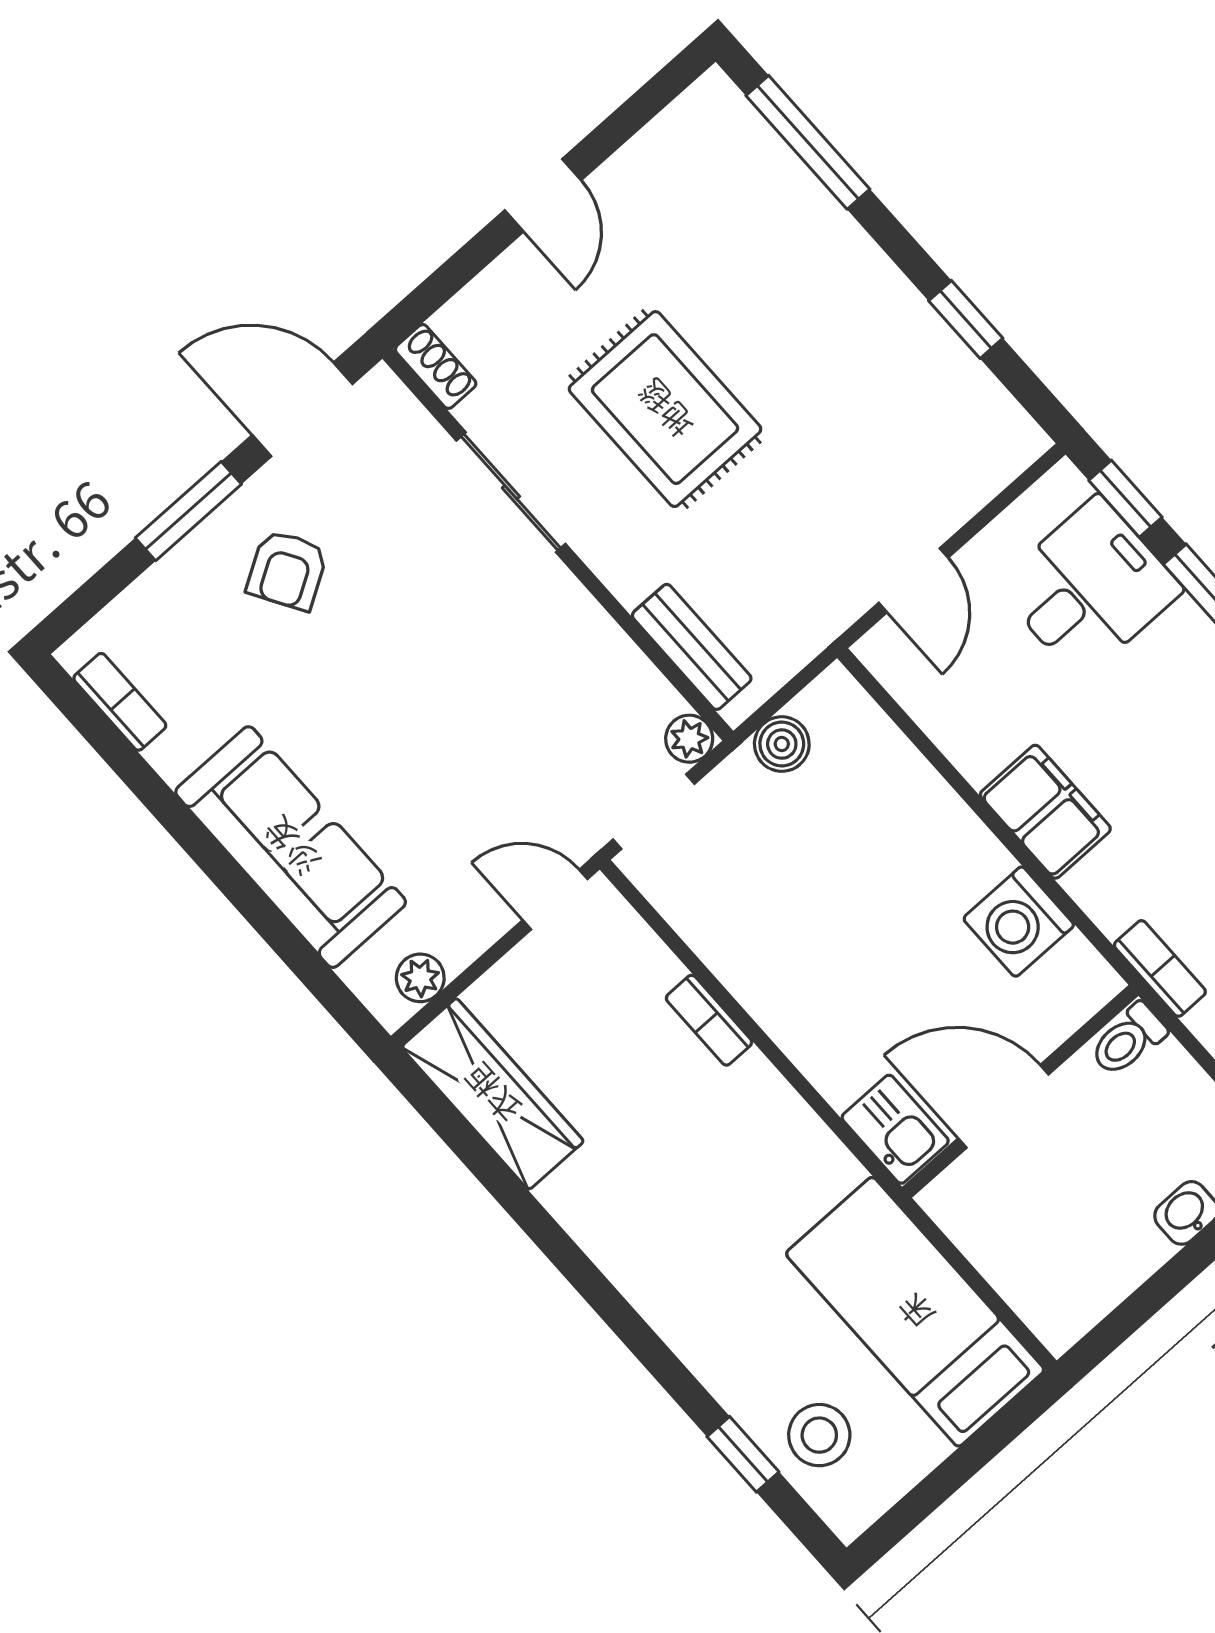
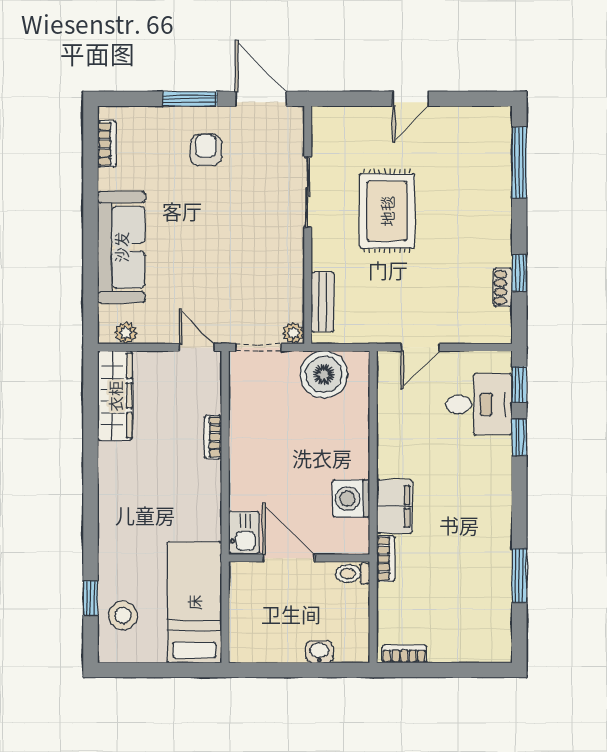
shoe rack: (436, 367) -> (503, 287), moved, turned 180
armchair: (287, 570) -> (206, 150), turned 121
boiler: (782, 744) -> (324, 374), width x1.86, depth x1.86
filing cabinet: (1045, 812) -> (394, 506), moved

